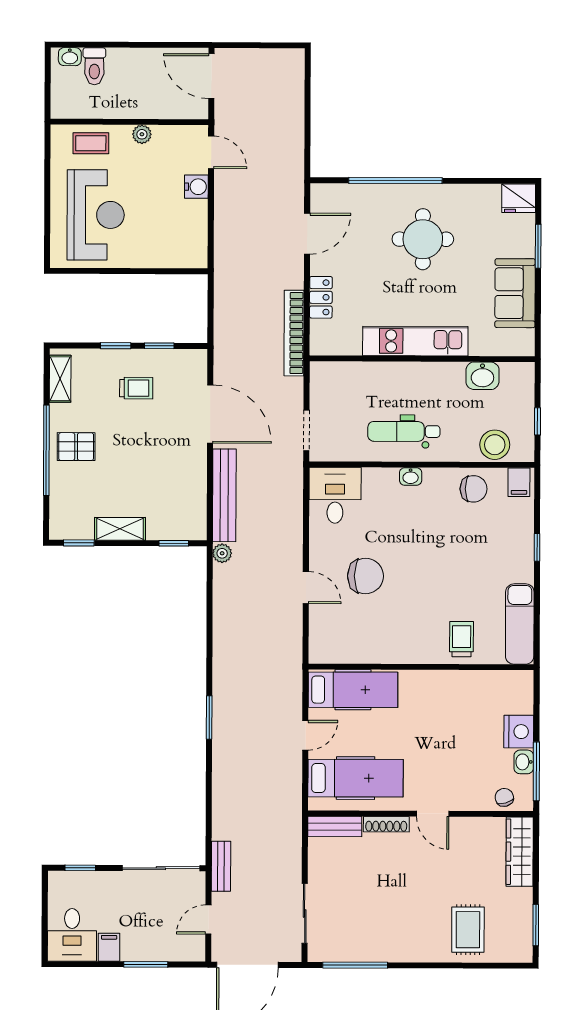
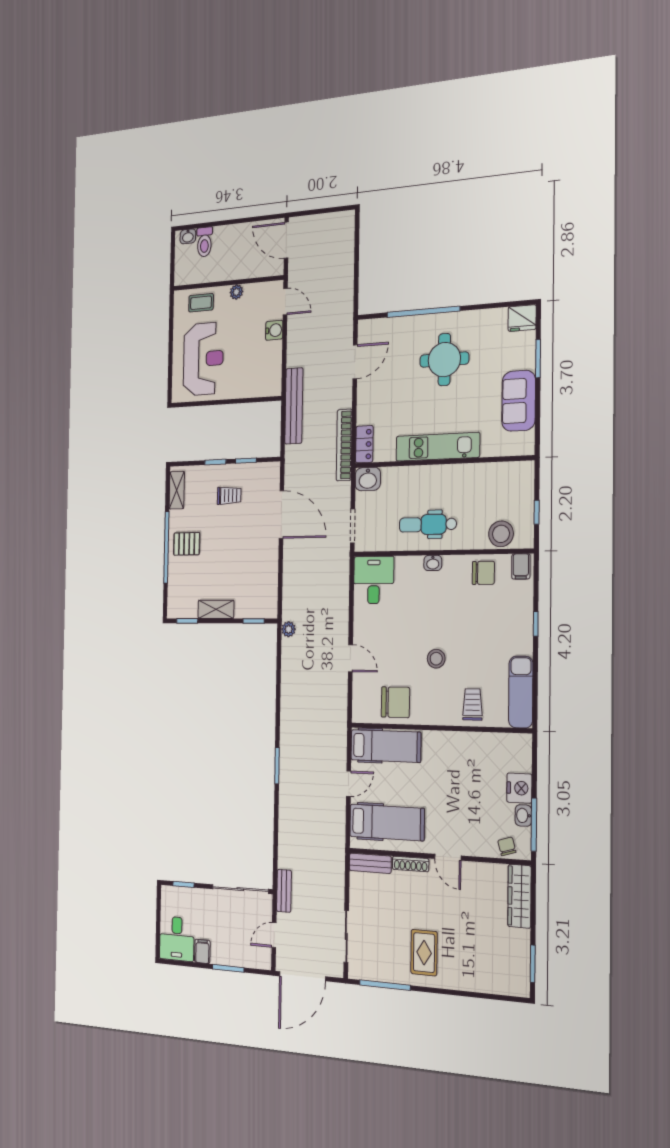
locker: (321, 297) -> (364, 444), moved
washbasin: (482, 376) -> (368, 479), moved
bench: (224, 495) -> (294, 406), moved
chair: (365, 576) -> (395, 702), moved
stool: (416, 587) -> (436, 659), added
rug: (468, 930) -> (424, 953), moved

